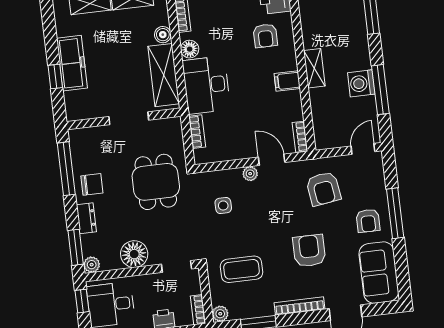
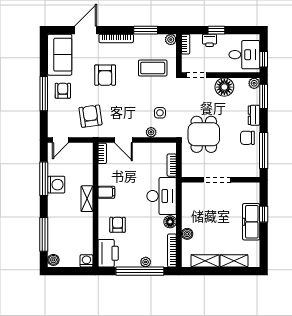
shelving: (164, 75) -> (190, 206), removed
plant: (250, 174) -> (151, 132), moved

